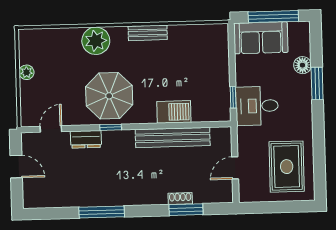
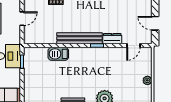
parasol: (109, 96) -> (97, 65), removed
bench: (173, 138) -> (79, 38), moved

